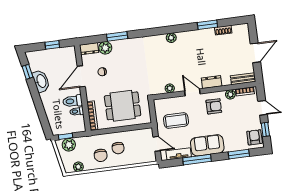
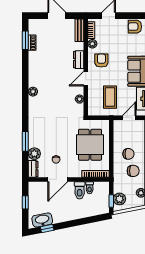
window: (207, 25) -> (25, 40), moved
door: (81, 76) -> (58, 179), hinge flipped
washbasin: (41, 81) -> (42, 220), moved
window: (265, 129) -> (129, 16), removed

